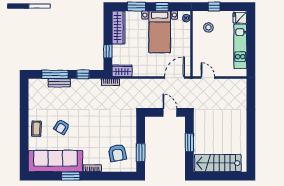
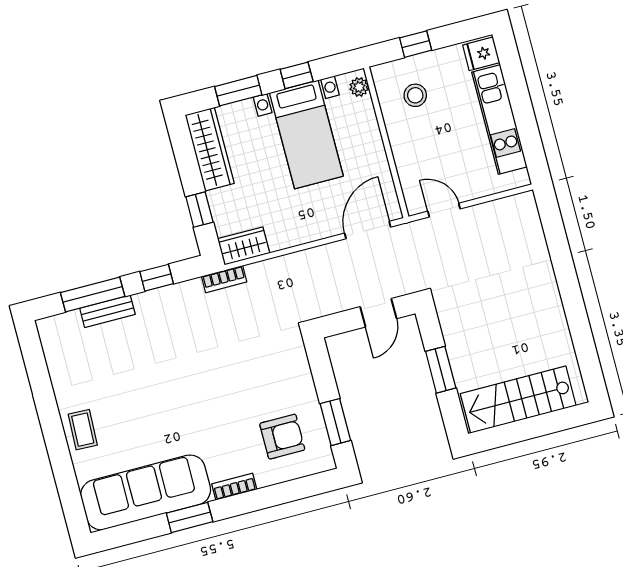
door: (170, 112) -> (378, 313), swing flipped
armchair: (62, 127) -> (139, 411), removed
armchair: (117, 153) -> (282, 437), turned -80

